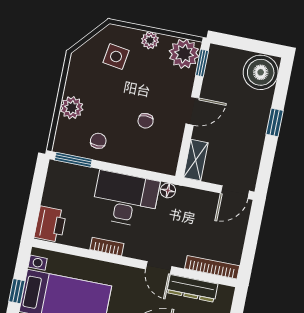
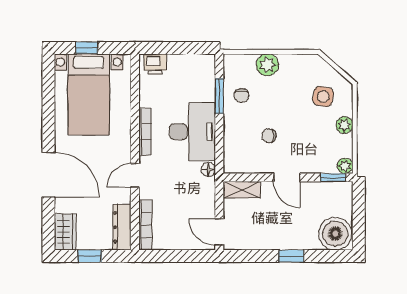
plant: (184, 54) -> (345, 166), width x0.53, depth x0.53
chair: (98, 141) -> (241, 96), turned 90
window: (73, 160) -> (219, 96), moved
printer: (50, 224) -> (155, 64), width x0.73, depth x0.81
bookcase: (107, 247) -> (145, 132), width x1.56
dresser: (192, 288) -> (122, 227), moved

